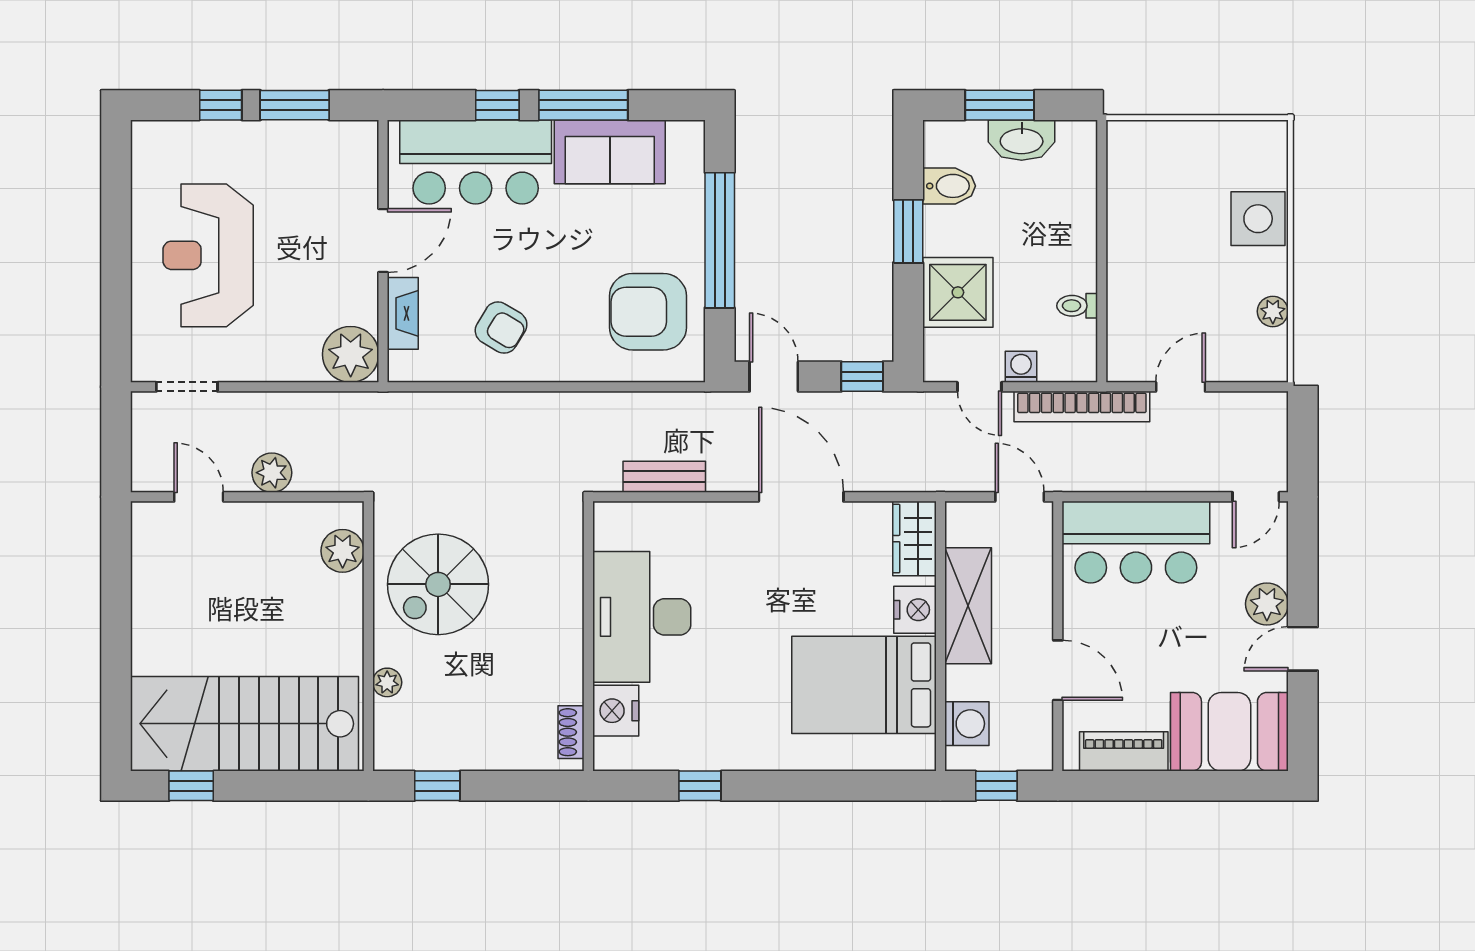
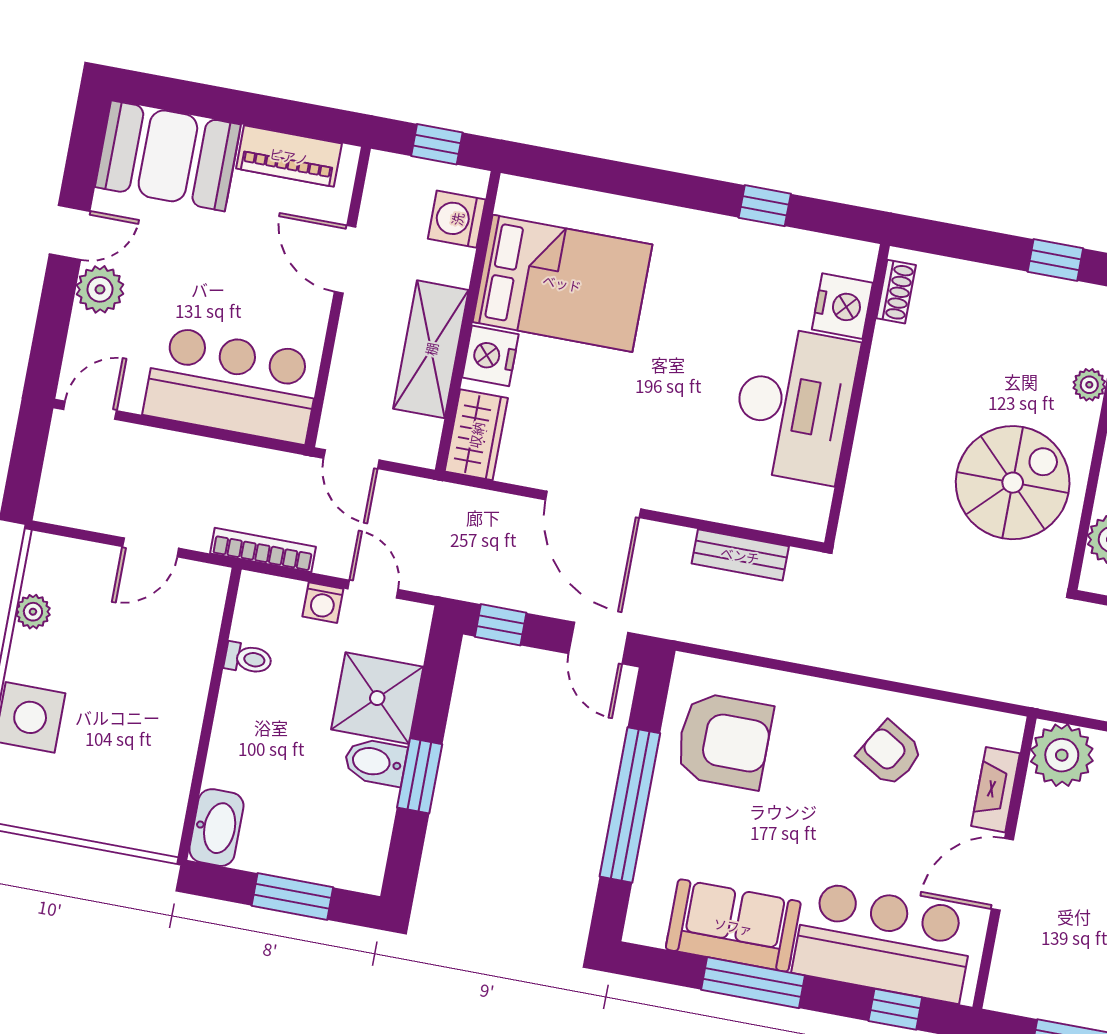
window: (497, 105) -> (895, 1009), moved
washbasin: (1022, 140) -> (216, 828), moved, turned 90
bidet: (949, 186) -> (375, 762), moved
bookcase: (1082, 407) -> (263, 550), width x0.68, depth x0.76

